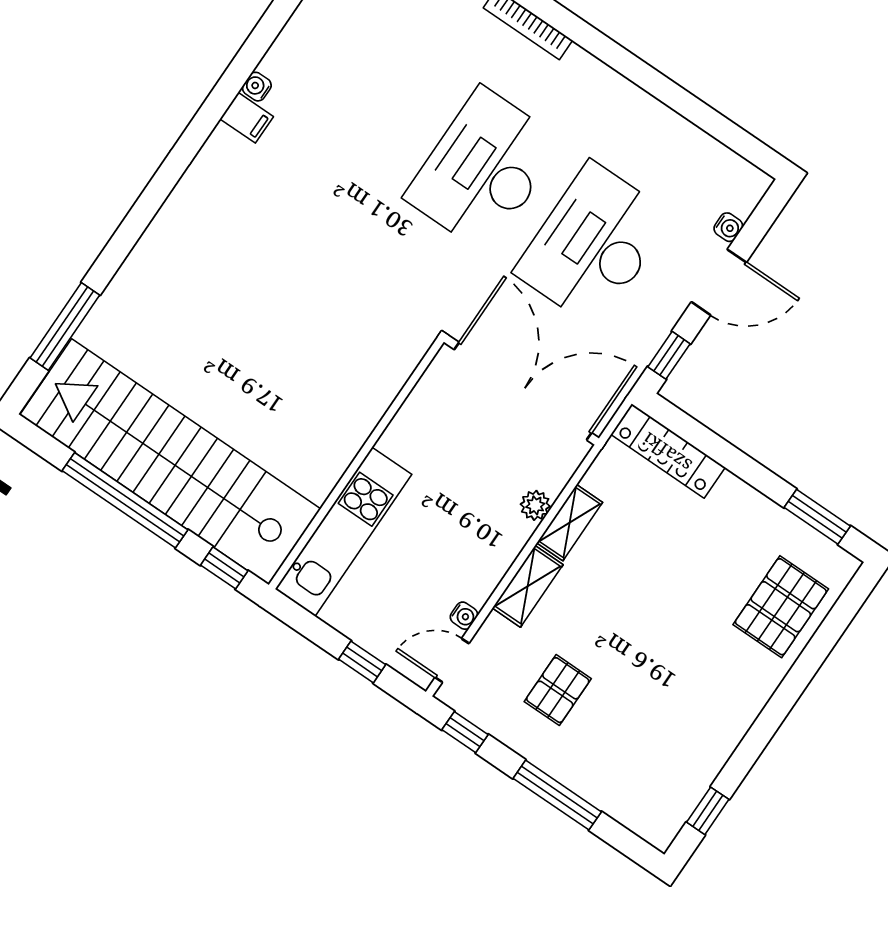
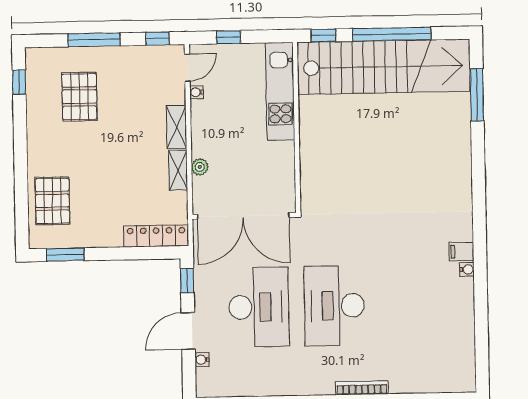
desk: (484, 170) -> (334, 306), turned 180
pallet: (558, 690) -> (79, 97), moved, width x1.50, depth x1.42

